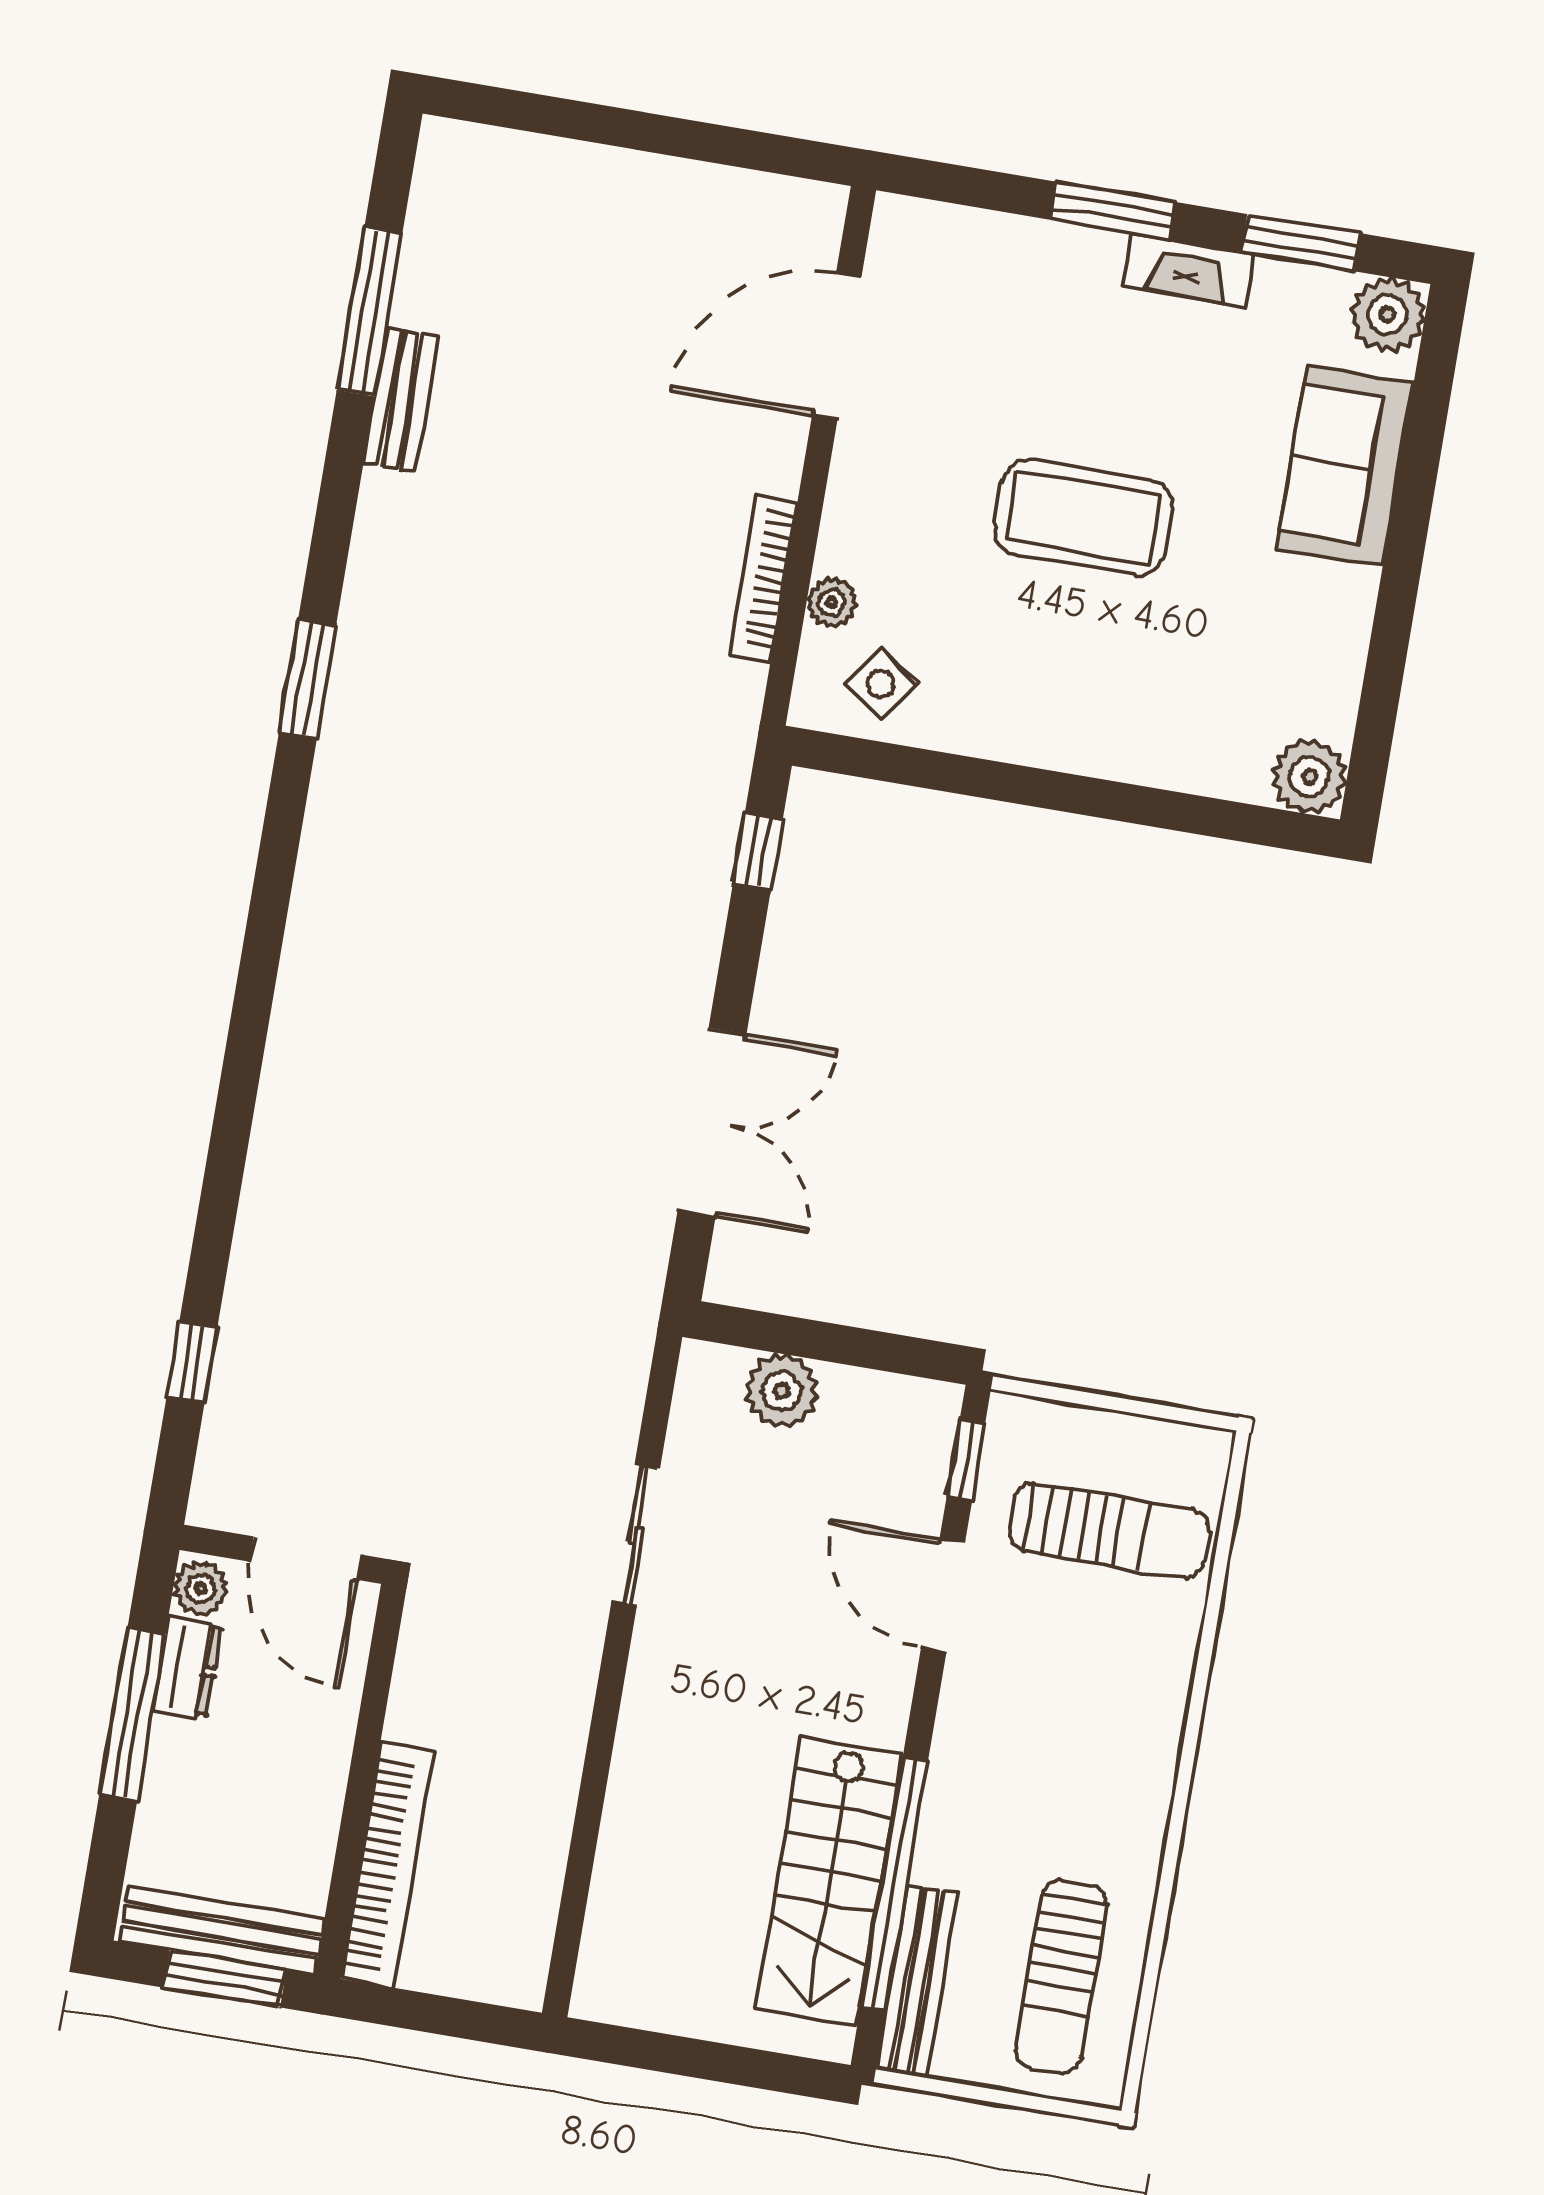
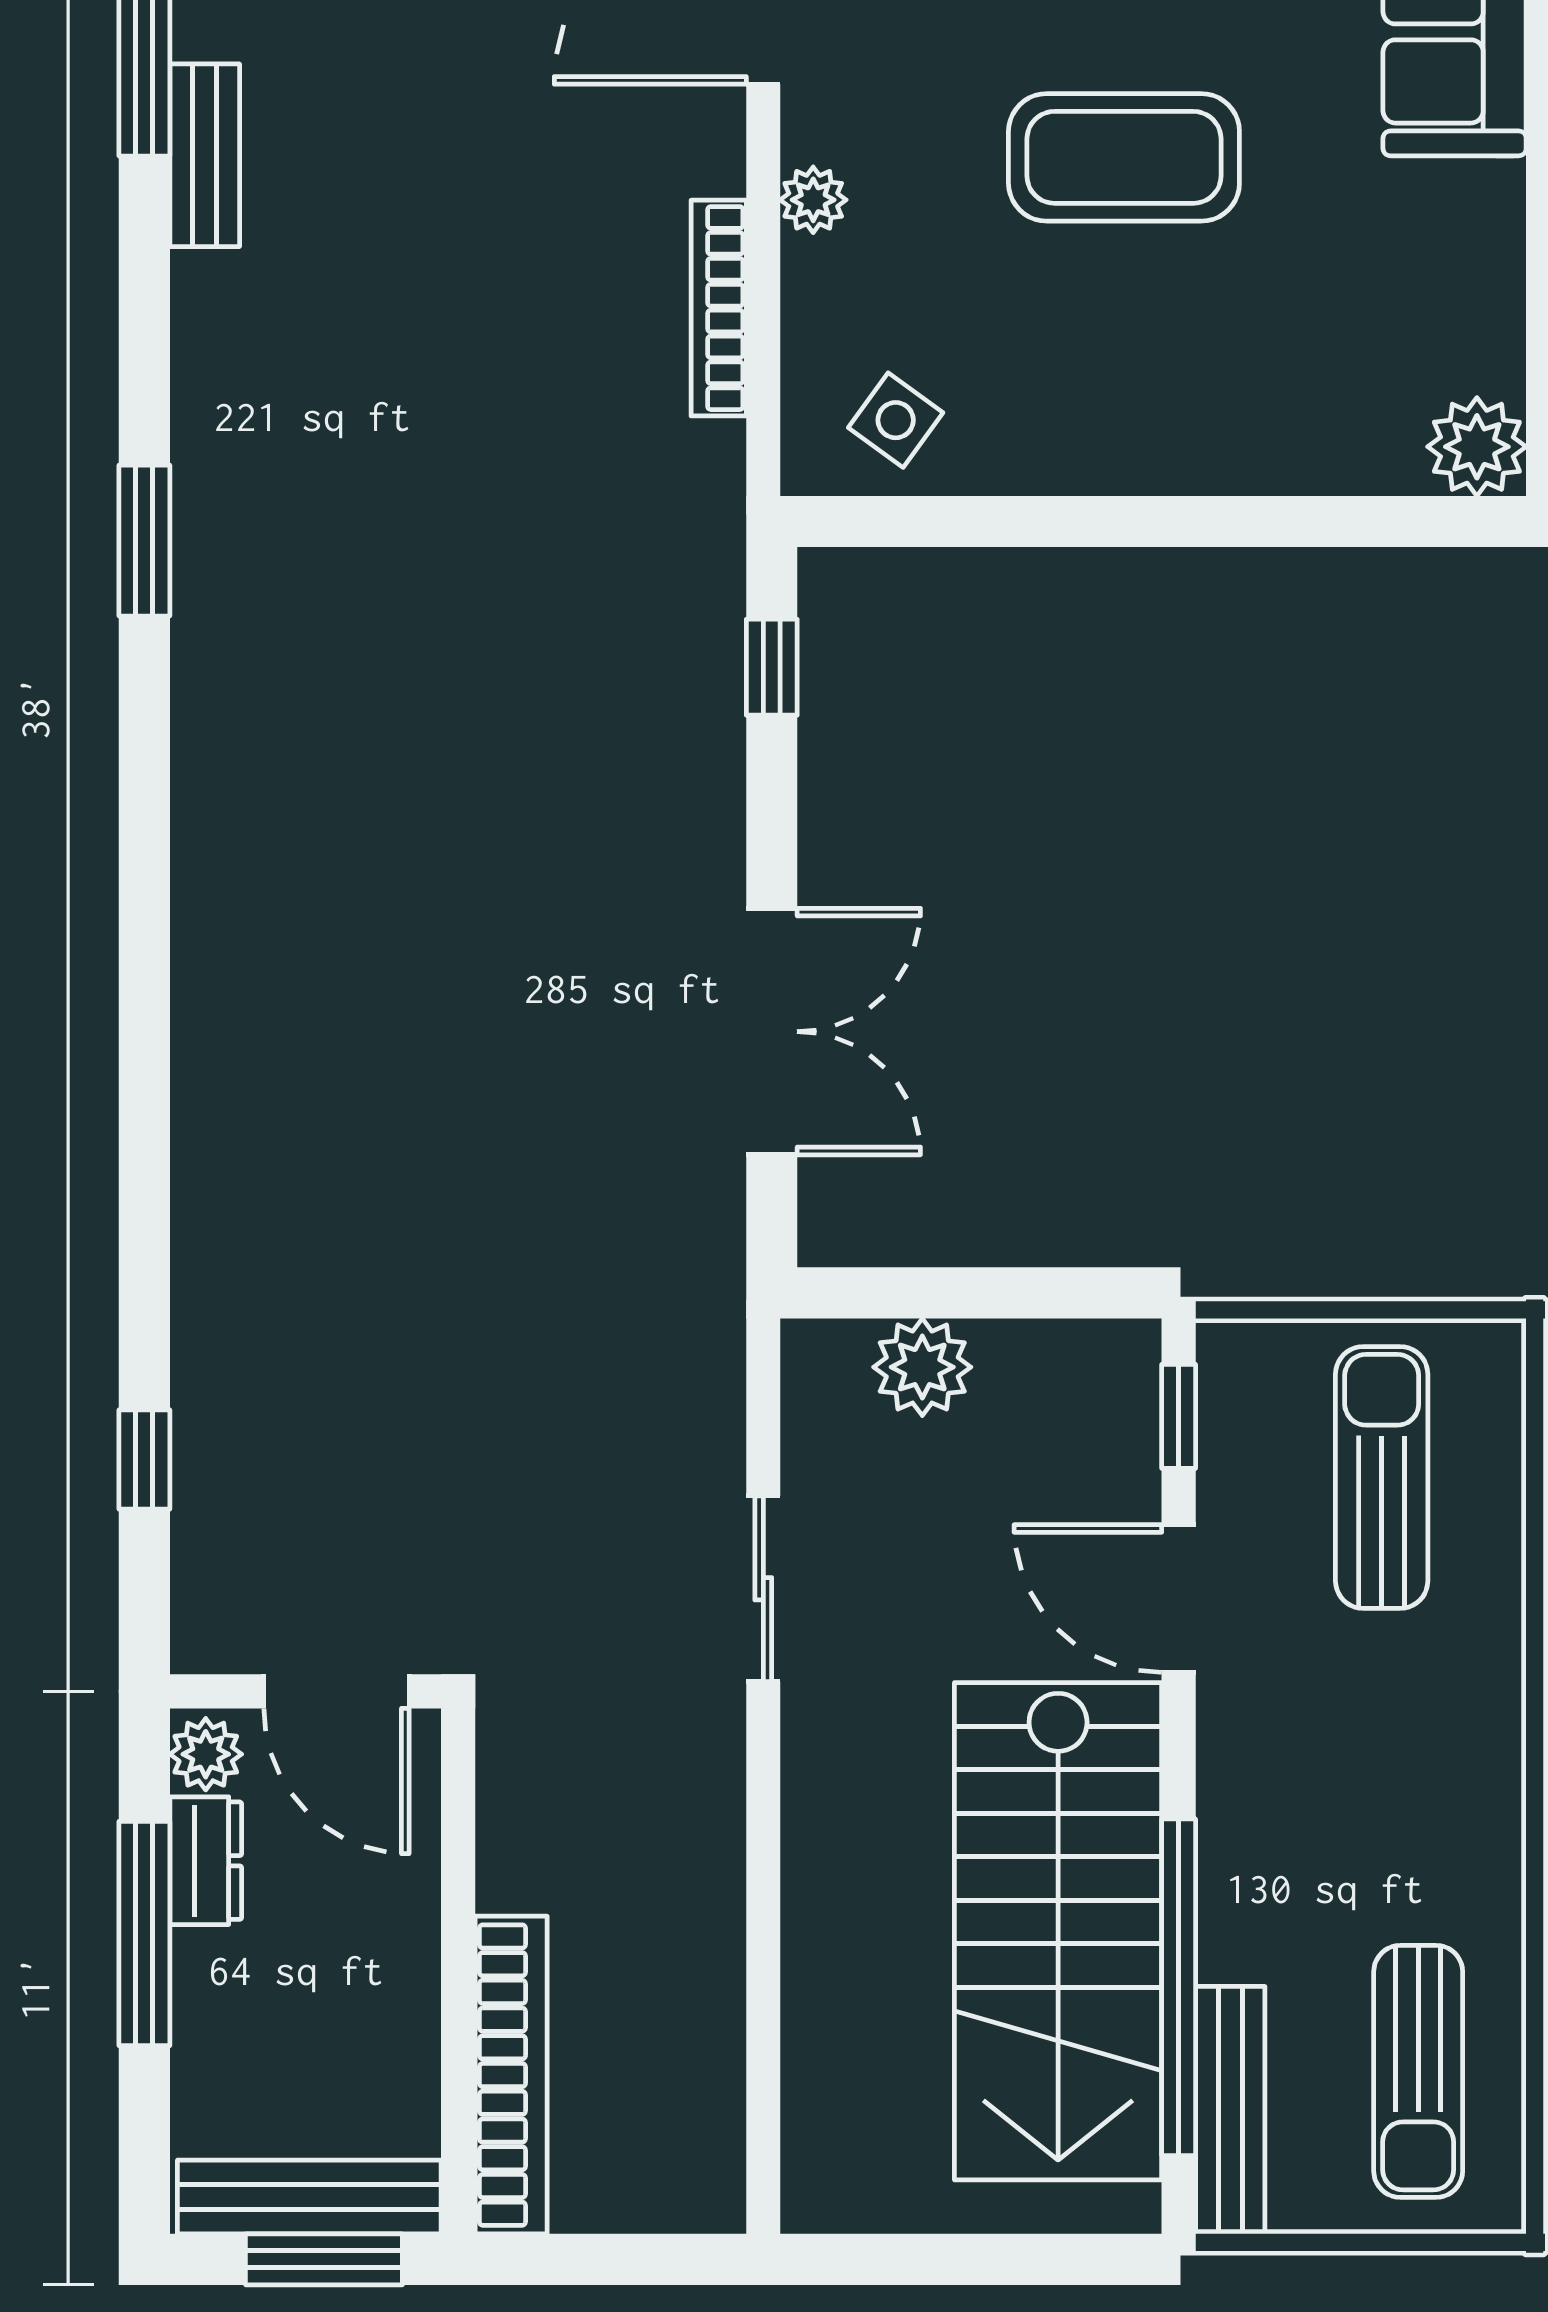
plant: (832, 602) -> (813, 200), moved
sun lounger: (1109, 1531) -> (1382, 1478), turned -90
stairs: (829, 1881) -> (1058, 1931), width x1.36, depth x1.51

